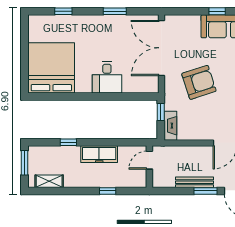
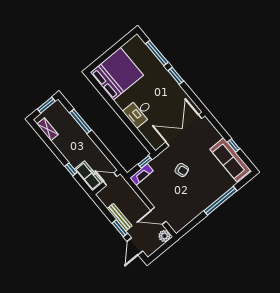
window: (63, 11) -> (157, 53), width x2.17
window: (115, 11) -> (176, 76), moved
armchair: (199, 82) -> (182, 170), width x0.53, depth x0.53
window: (68, 142) -> (81, 121), width x2.17
freezer: (99, 154) -> (88, 176), moved, turned 180

